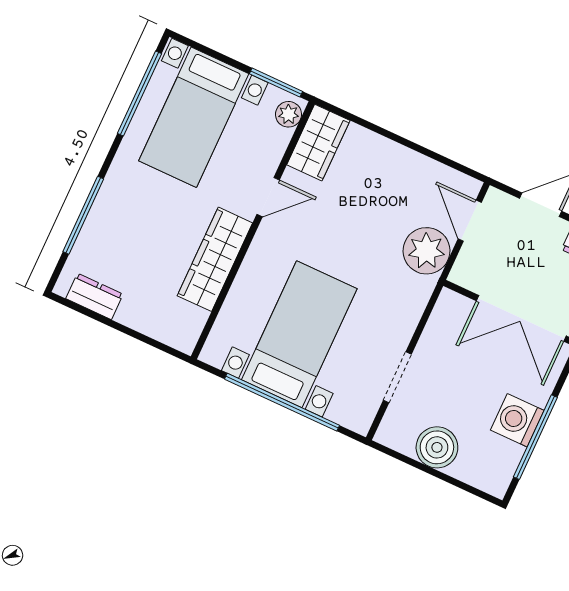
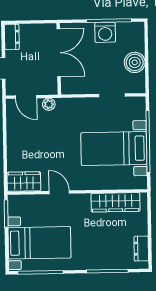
plant: (289, 114) -> (18, 201), removed
door: (470, 221) -> (26, 97), hinge flipped
plant: (426, 251) -> (49, 104), width x0.53, depth x0.53
wardrobe: (215, 259) -> (115, 202), moved

